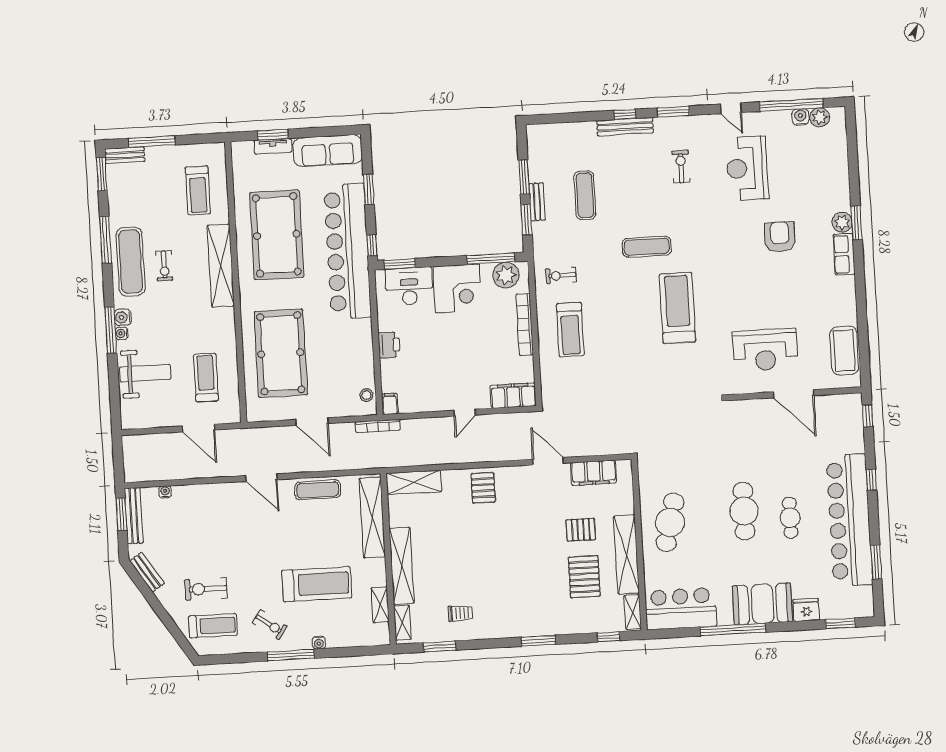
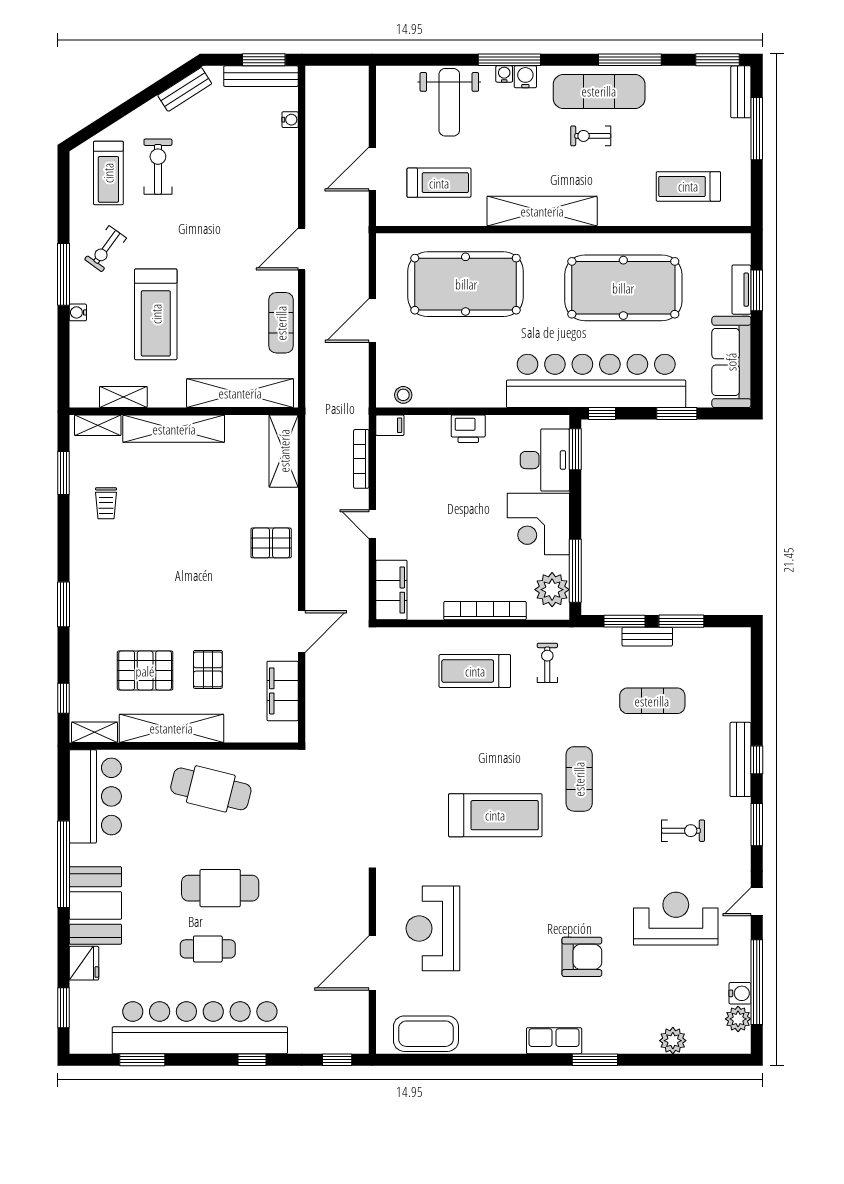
plant: (842, 222) -> (673, 1041), moved
shelving: (221, 266) -> (542, 211), moved
bookcase: (378, 426) -> (361, 459), moved

